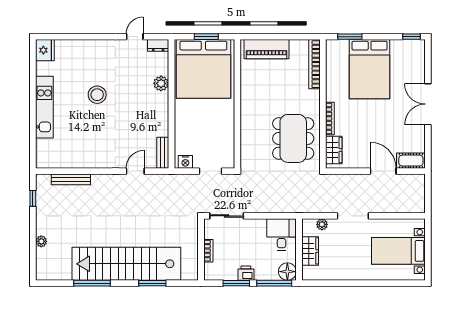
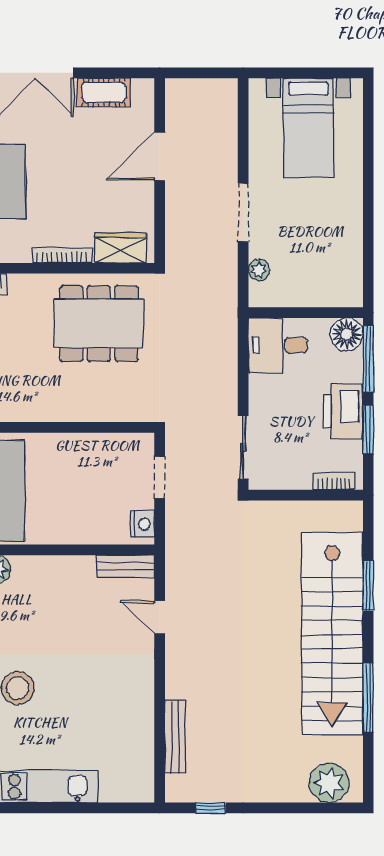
cot: (411, 161) -> (104, 92), moved, turned 90
plant: (41, 241) -> (329, 783), moved, width x1.88, depth x1.88
bookcase: (208, 251) -> (334, 481), moved
wardrobe: (310, 251) -> (308, 292), removed
printer: (246, 273) -> (343, 411), width x1.87, depth x1.48

